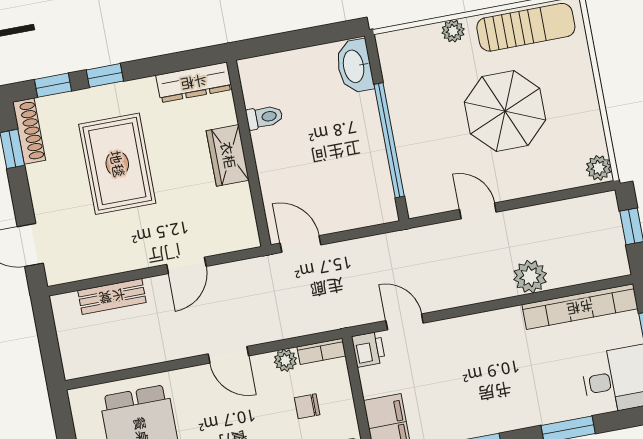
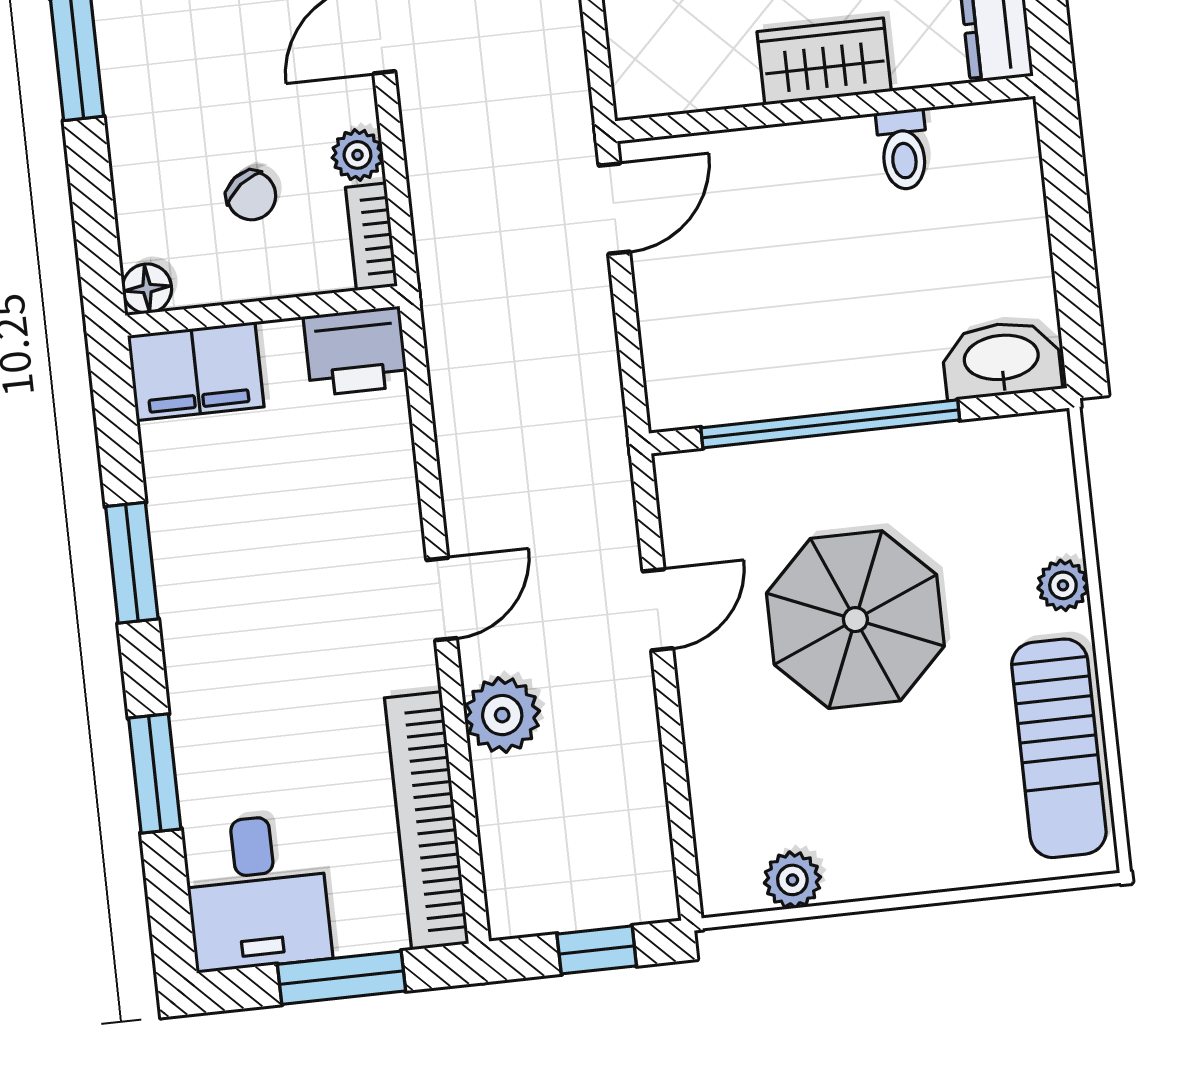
parasol: (505, 111) -> (855, 620), moved
plant: (599, 168) -> (792, 880), moved
door: (405, 322) -> (442, 599), moved
printer: (368, 349) -> (356, 351), width x1.36, depth x1.24
chair: (307, 406) -> (251, 196), turned 142

